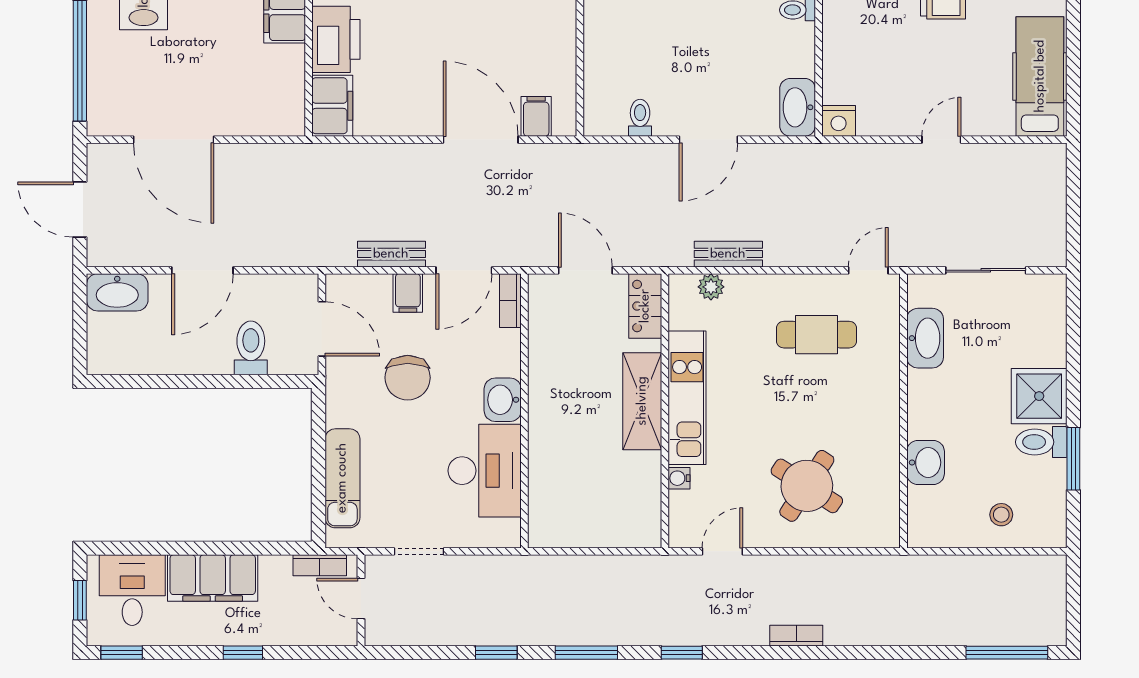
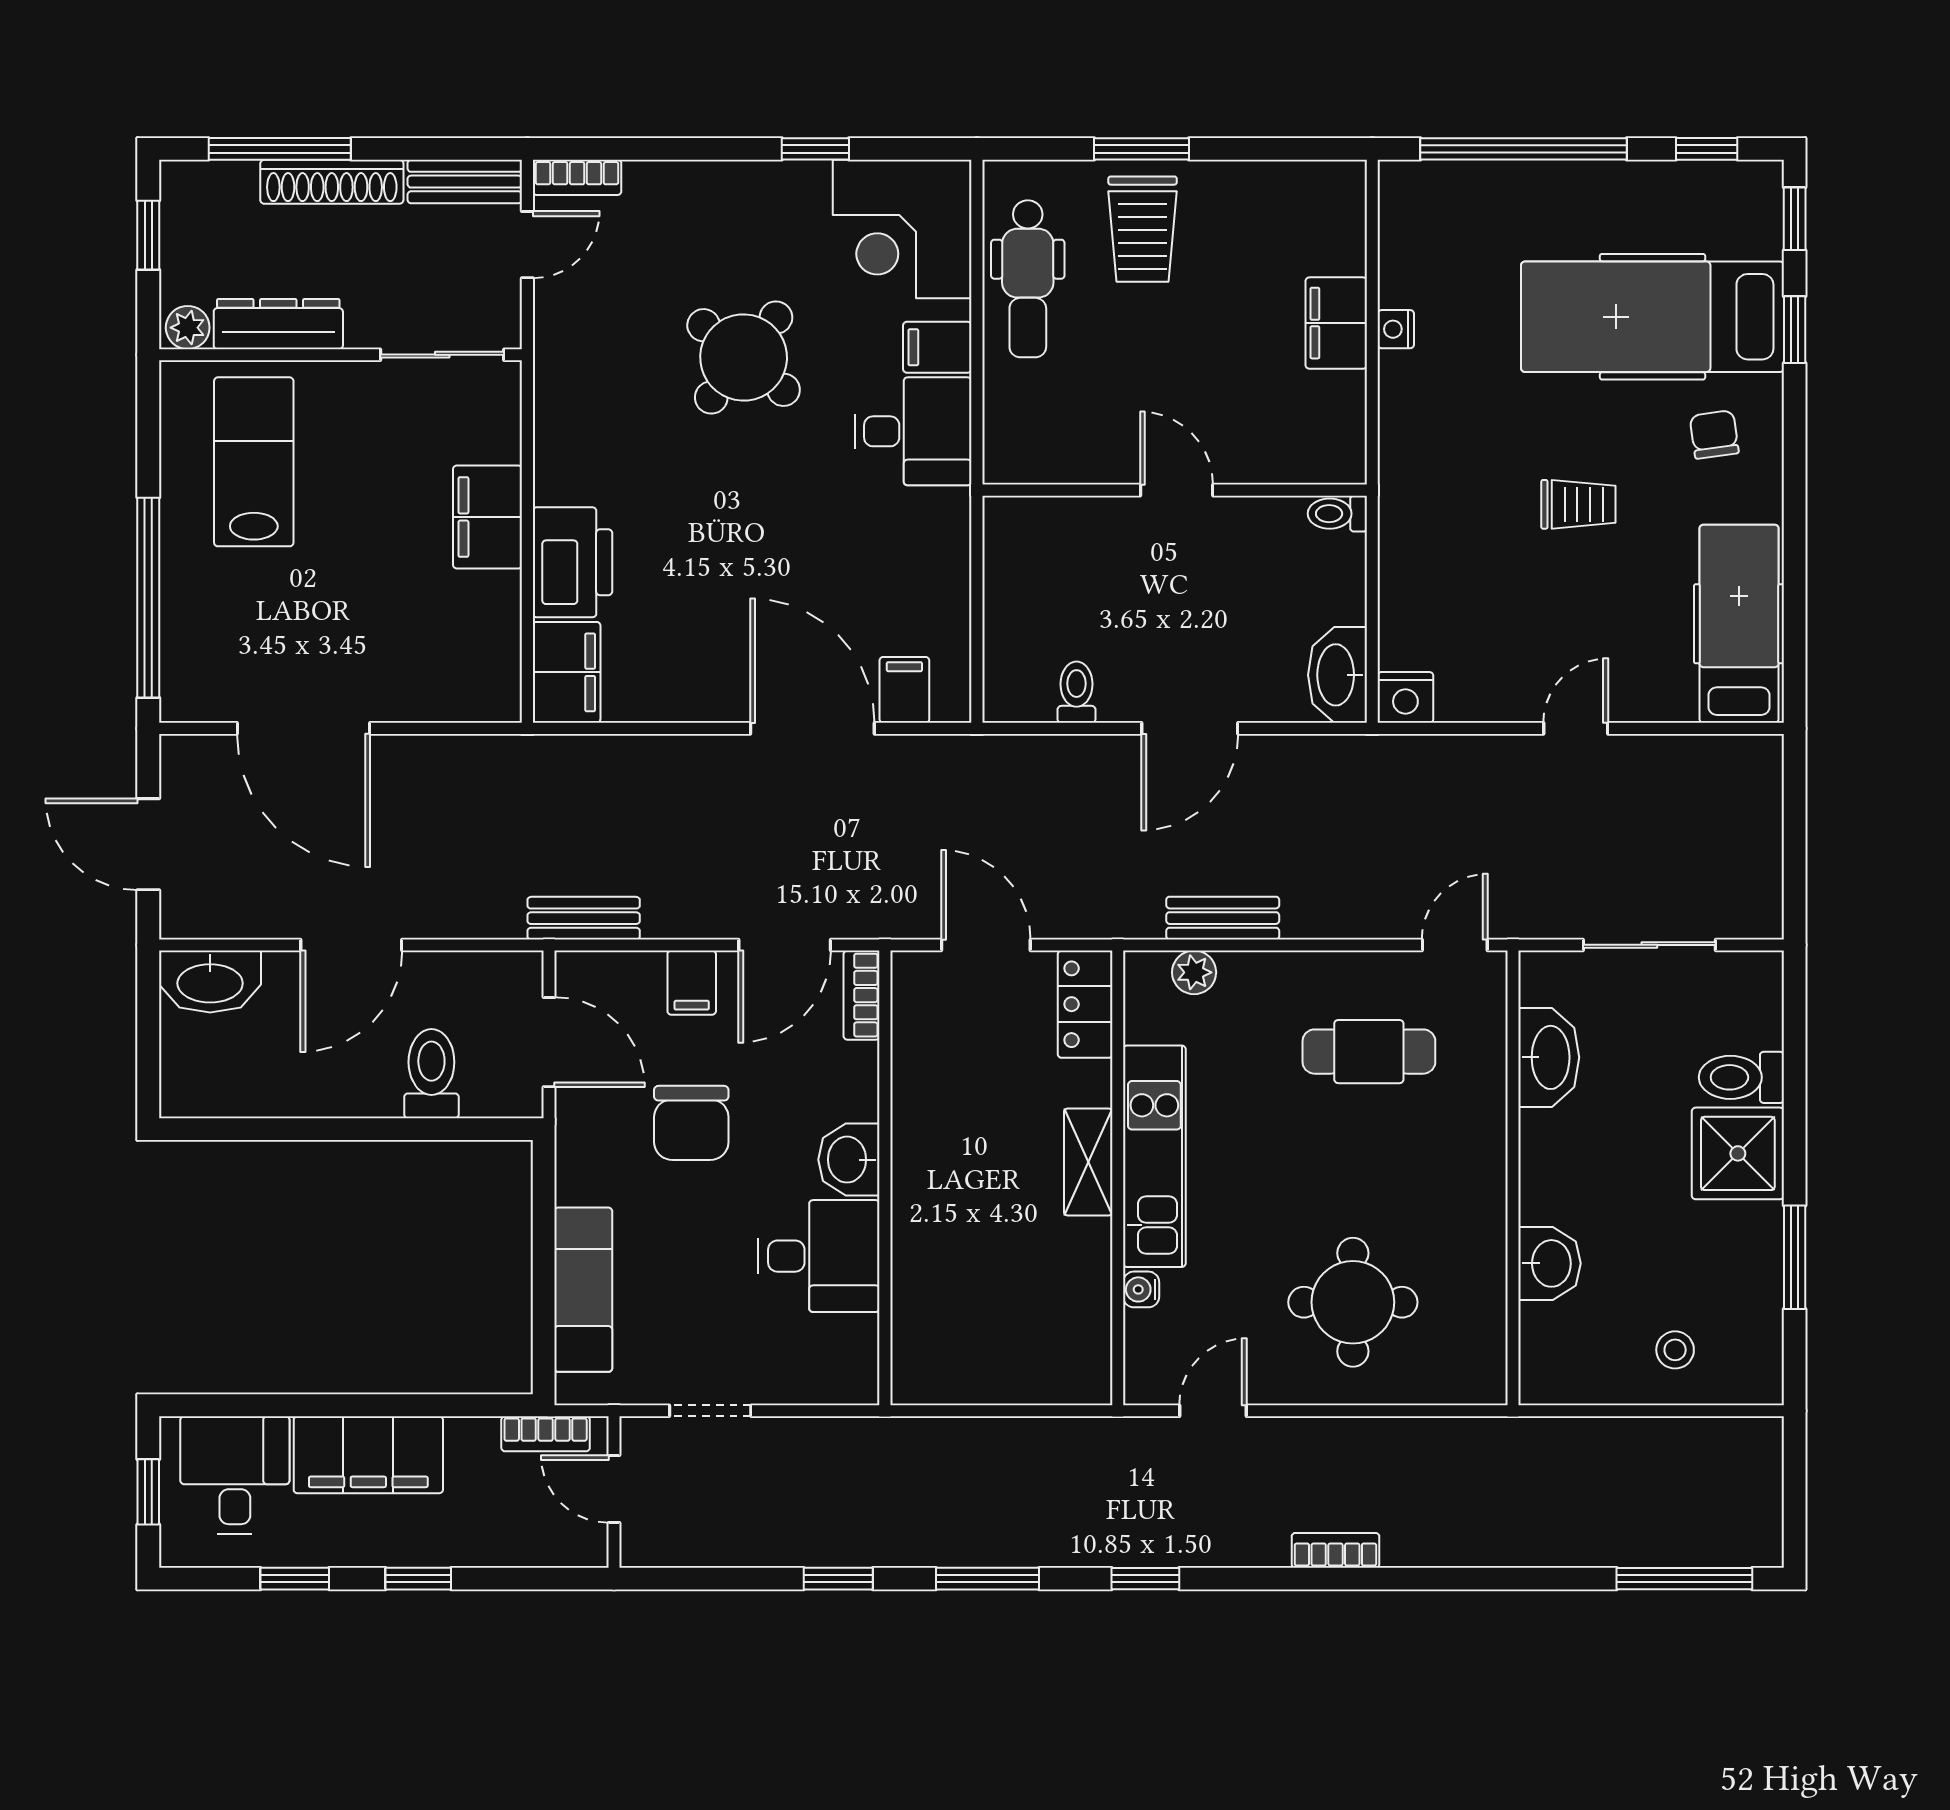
bench: (391, 254) -> (584, 918), moved
shelving: (642, 401) -> (1088, 1162), width x0.67, depth x0.75
toilet: (1041, 442) -> (1741, 1077), moved
desk: (485, 471) -> (819, 1256), width x0.73
round table: (807, 486) -> (1353, 1302), turned -33
window: (122, 653) -> (295, 1579), moved

